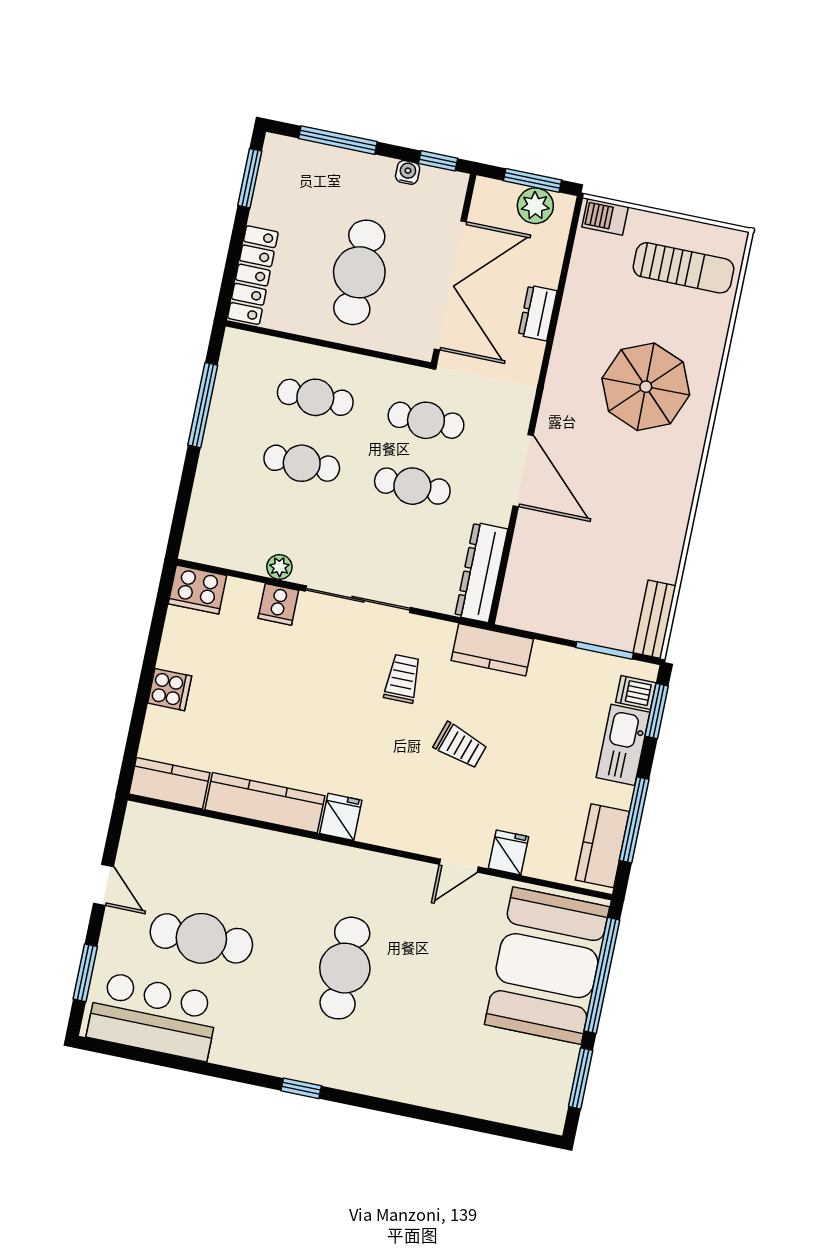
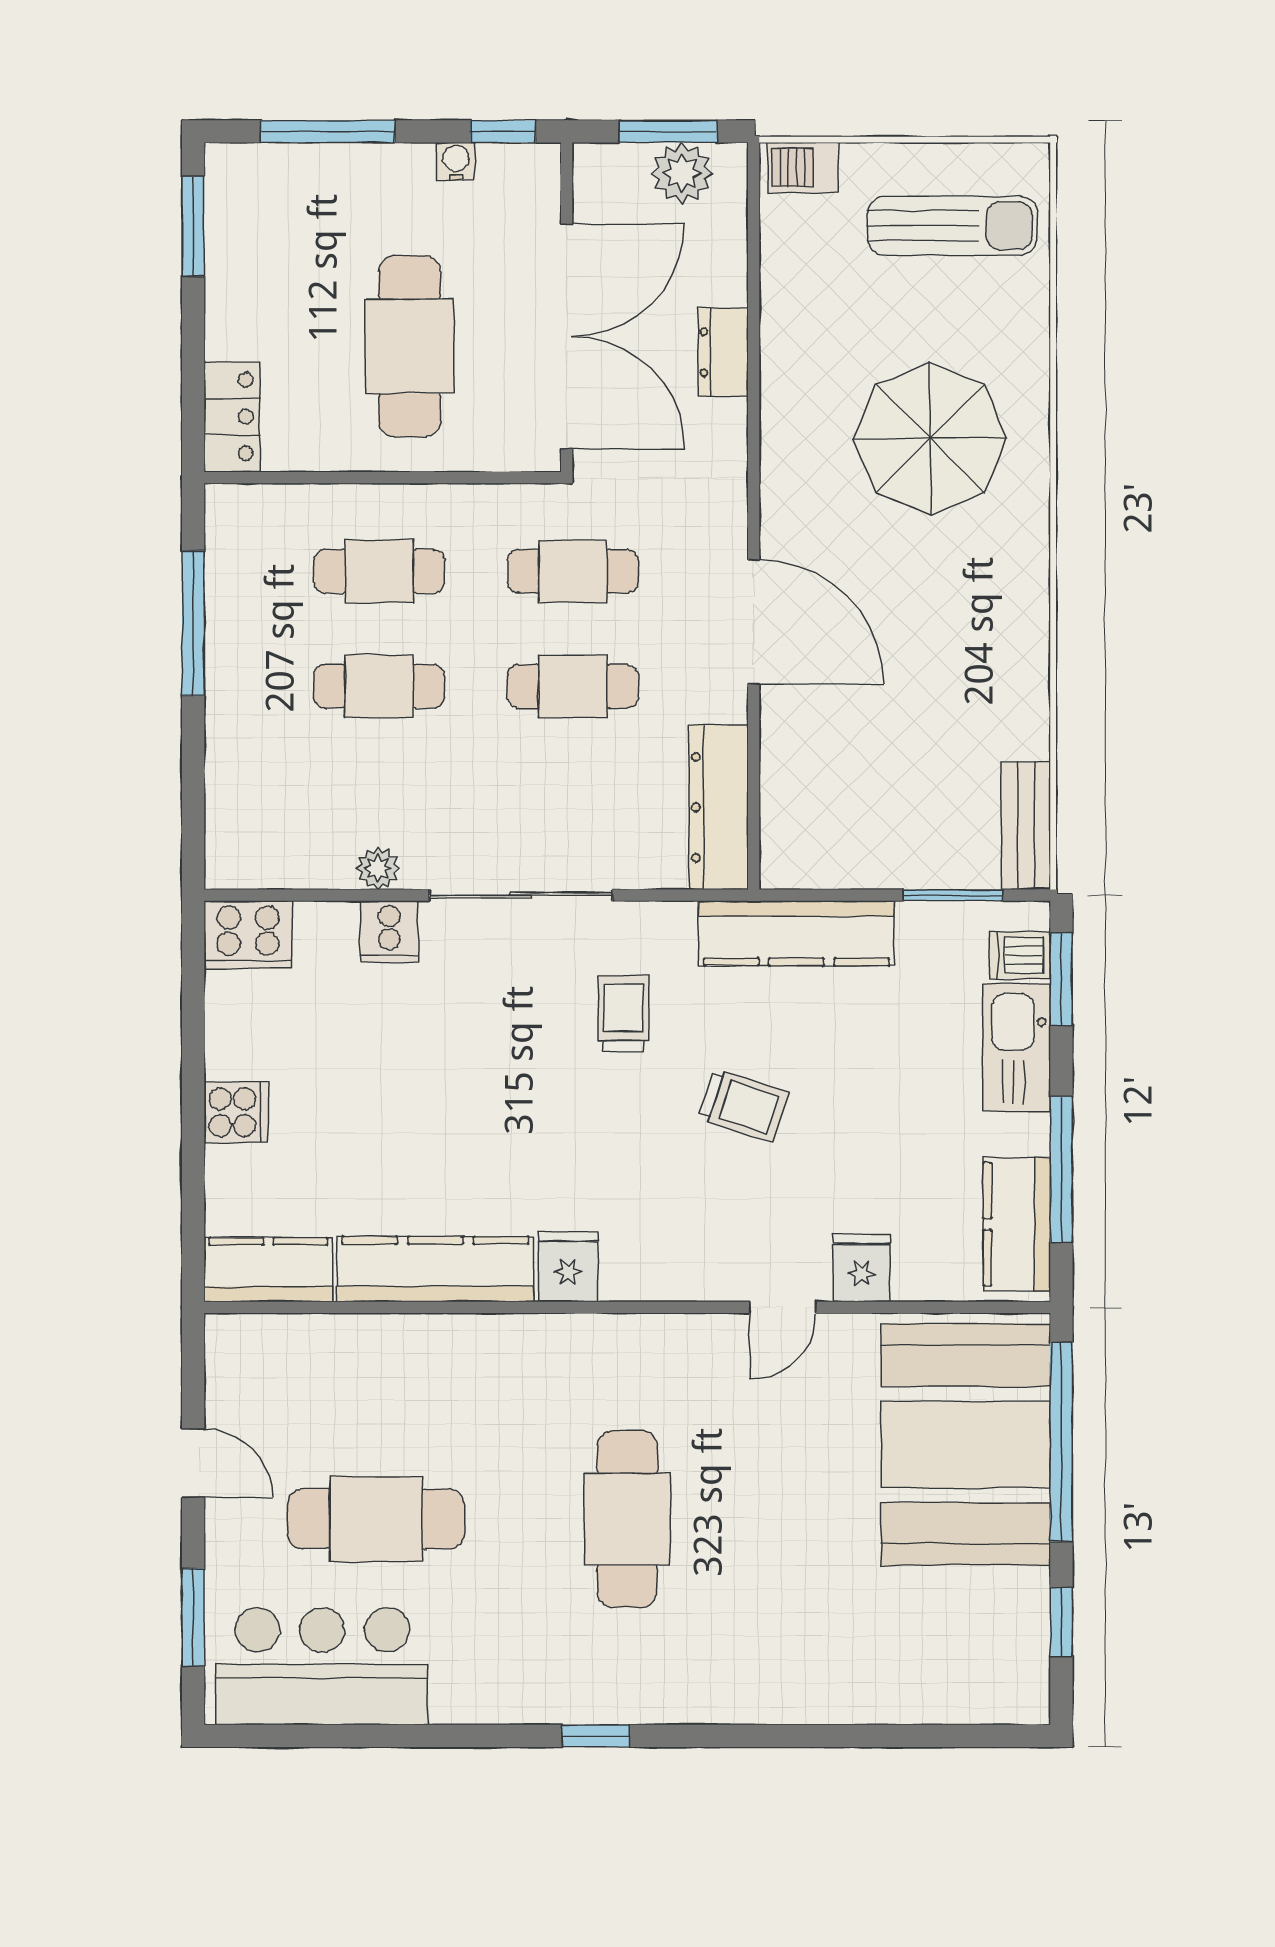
locker: (253, 275) -> (232, 417), width x0.66
kitchen counter: (492, 650) -> (796, 933), width x1.50
window: (581, 1078) -> (1061, 1622), width x0.67

